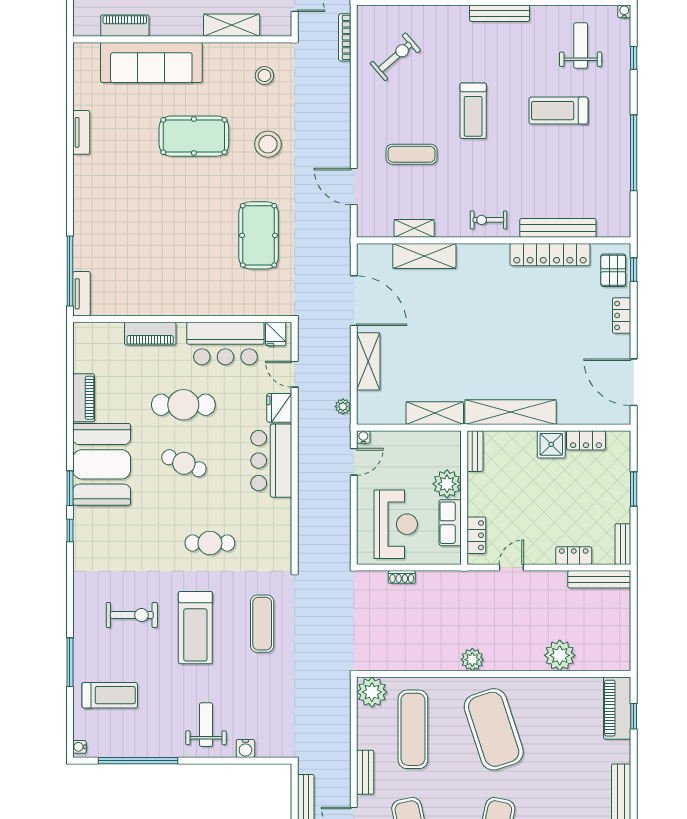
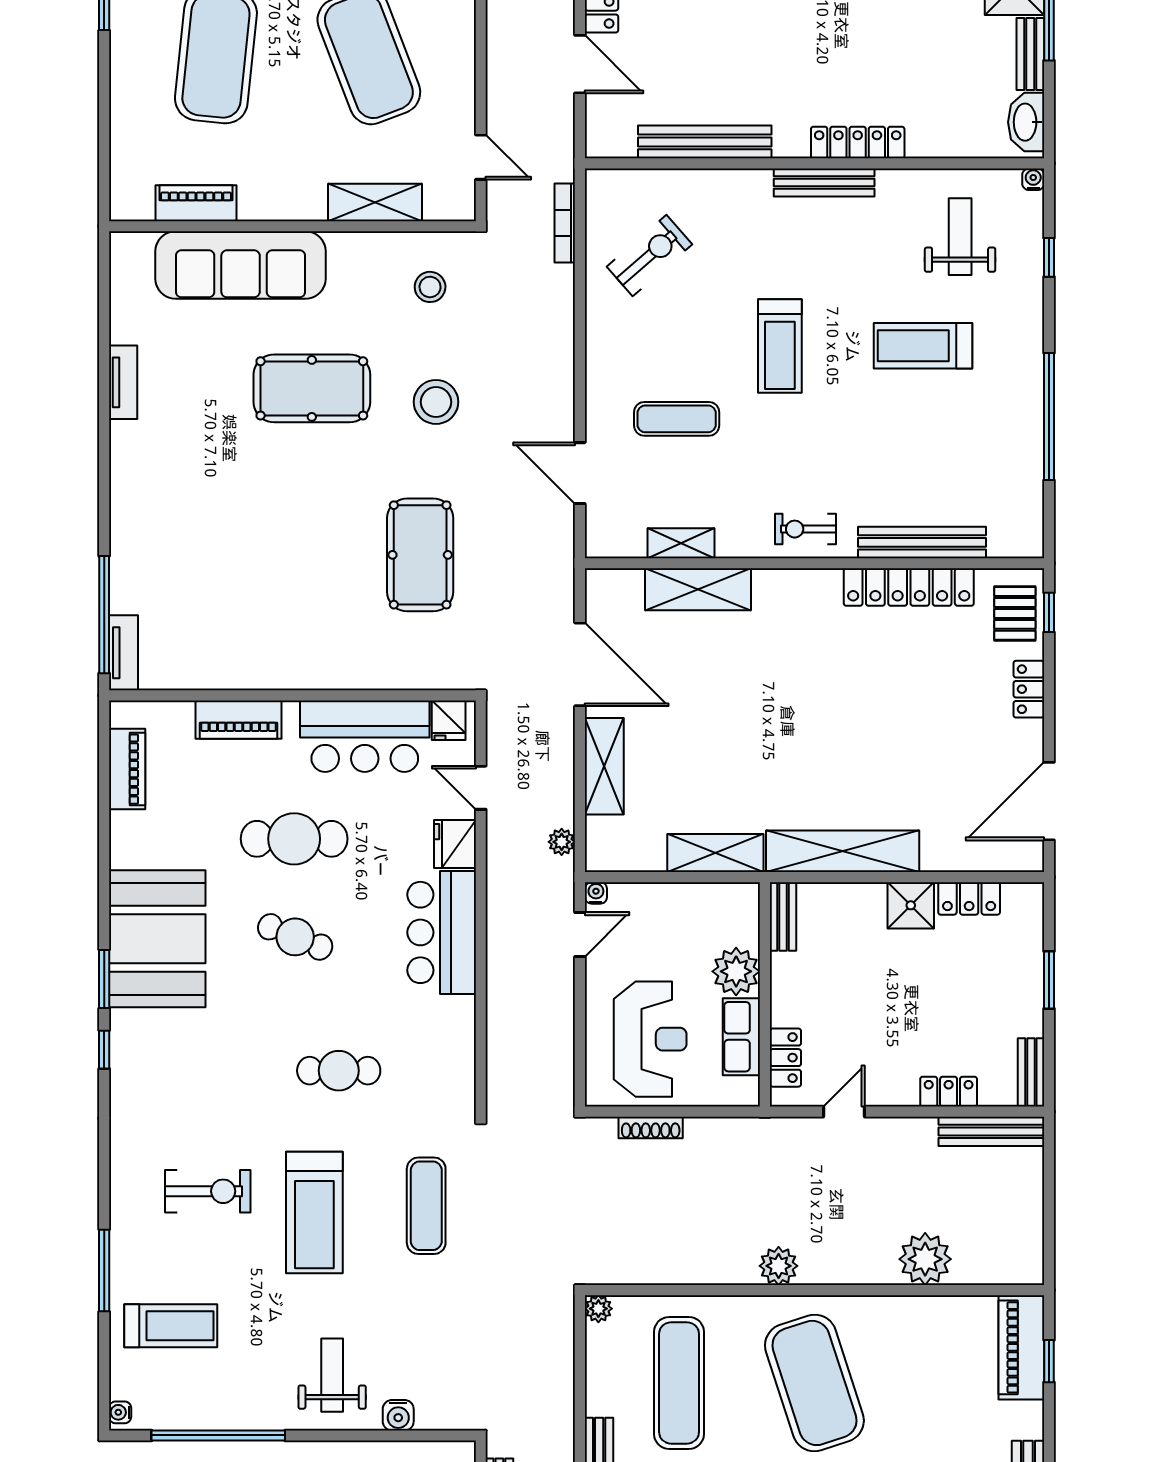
door: (634, 382) -> (1049, 801), hinge flipped
piano: (84, 398) -> (127, 769), moved
shoe rack: (402, 577) -> (651, 1128), width x1.43
plant: (372, 692) -> (598, 1309), width x0.53, depth x0.53

